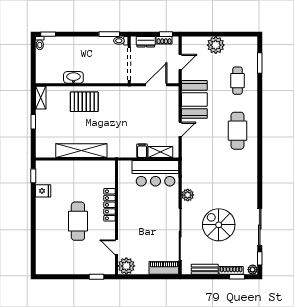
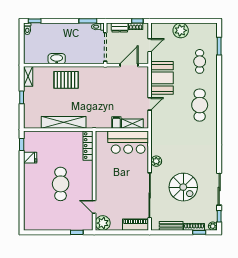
locker: (109, 205) -> (88, 146), moved
spiral stairs: (219, 225) -> (183, 187), turned 180

